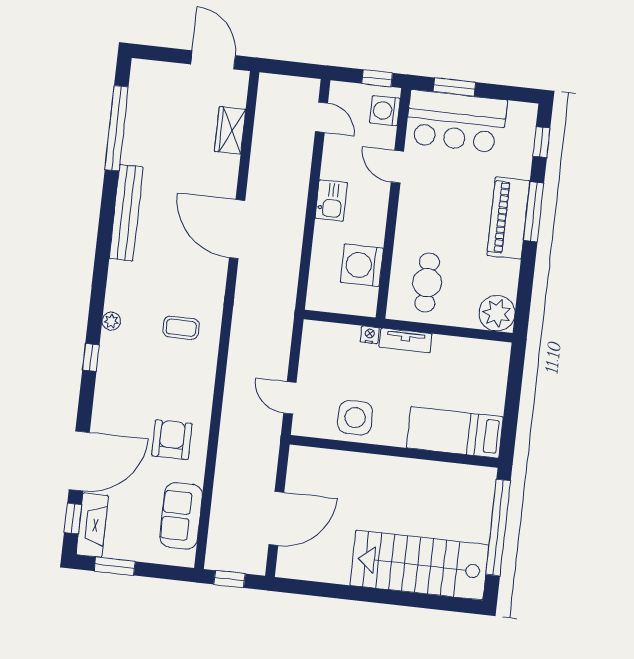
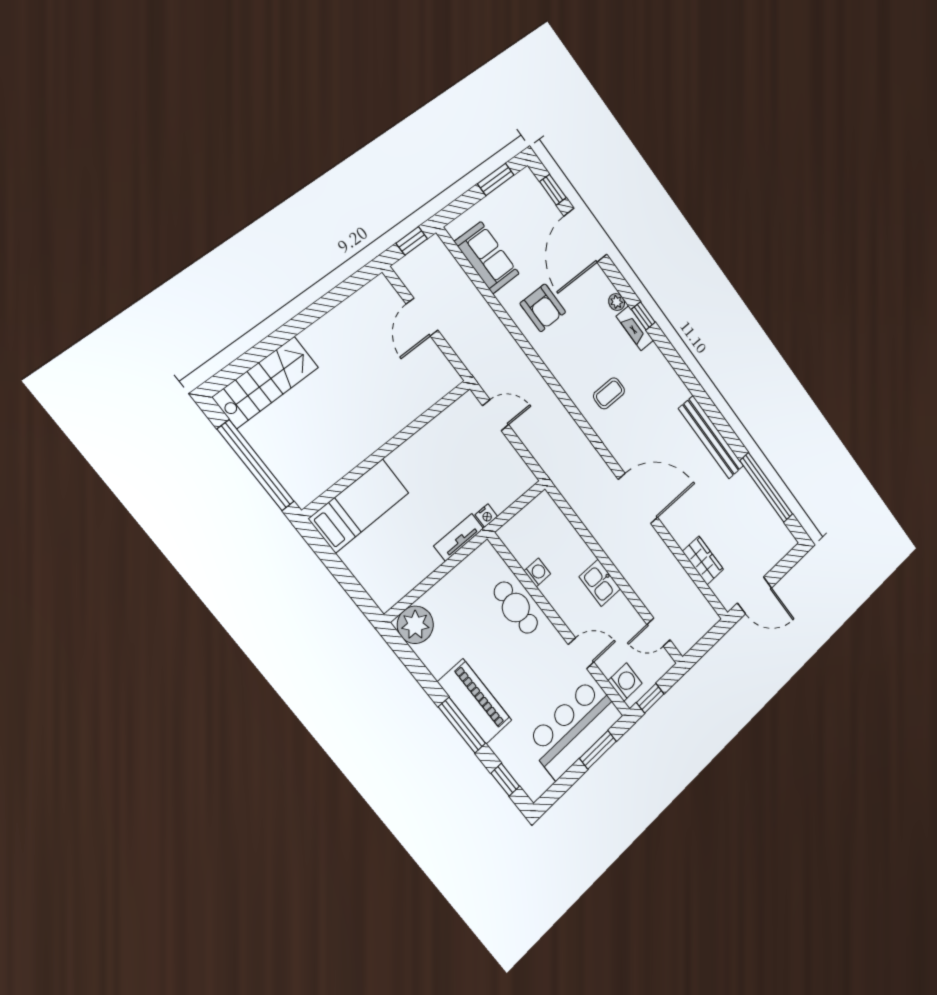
washing machine: (362, 265) -> (537, 572), width x0.53, depth x0.53
cafe table: (427, 283) -> (516, 608), moved
plant: (111, 321) -> (617, 302), moved
side table: (355, 418) -> (439, 445), removed
door: (276, 518) -> (422, 317), width x0.73
fireplace: (92, 525) -> (635, 328), moved, width x0.73, depth x0.76
stairs: (419, 565) -> (266, 382), width x0.73, depth x0.66

